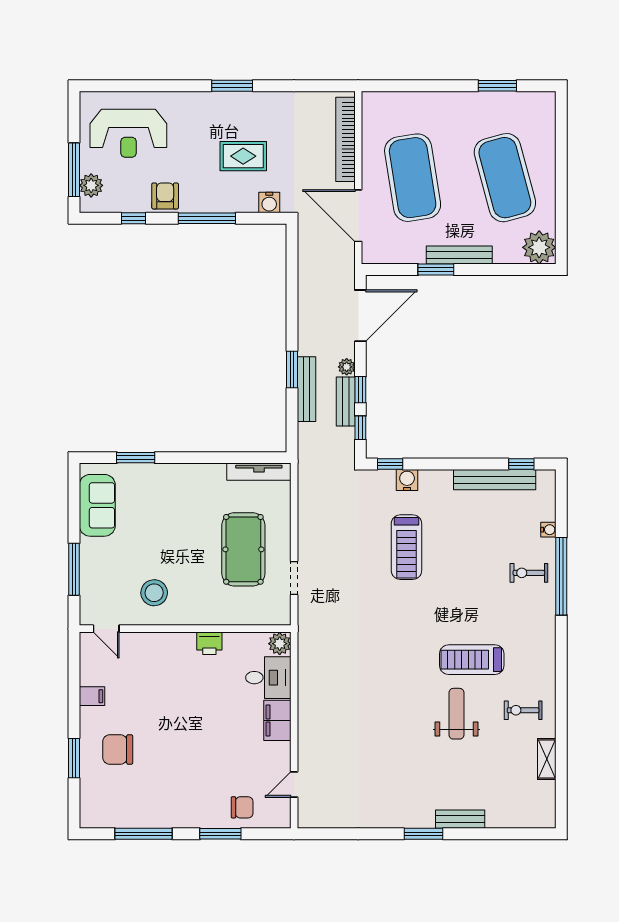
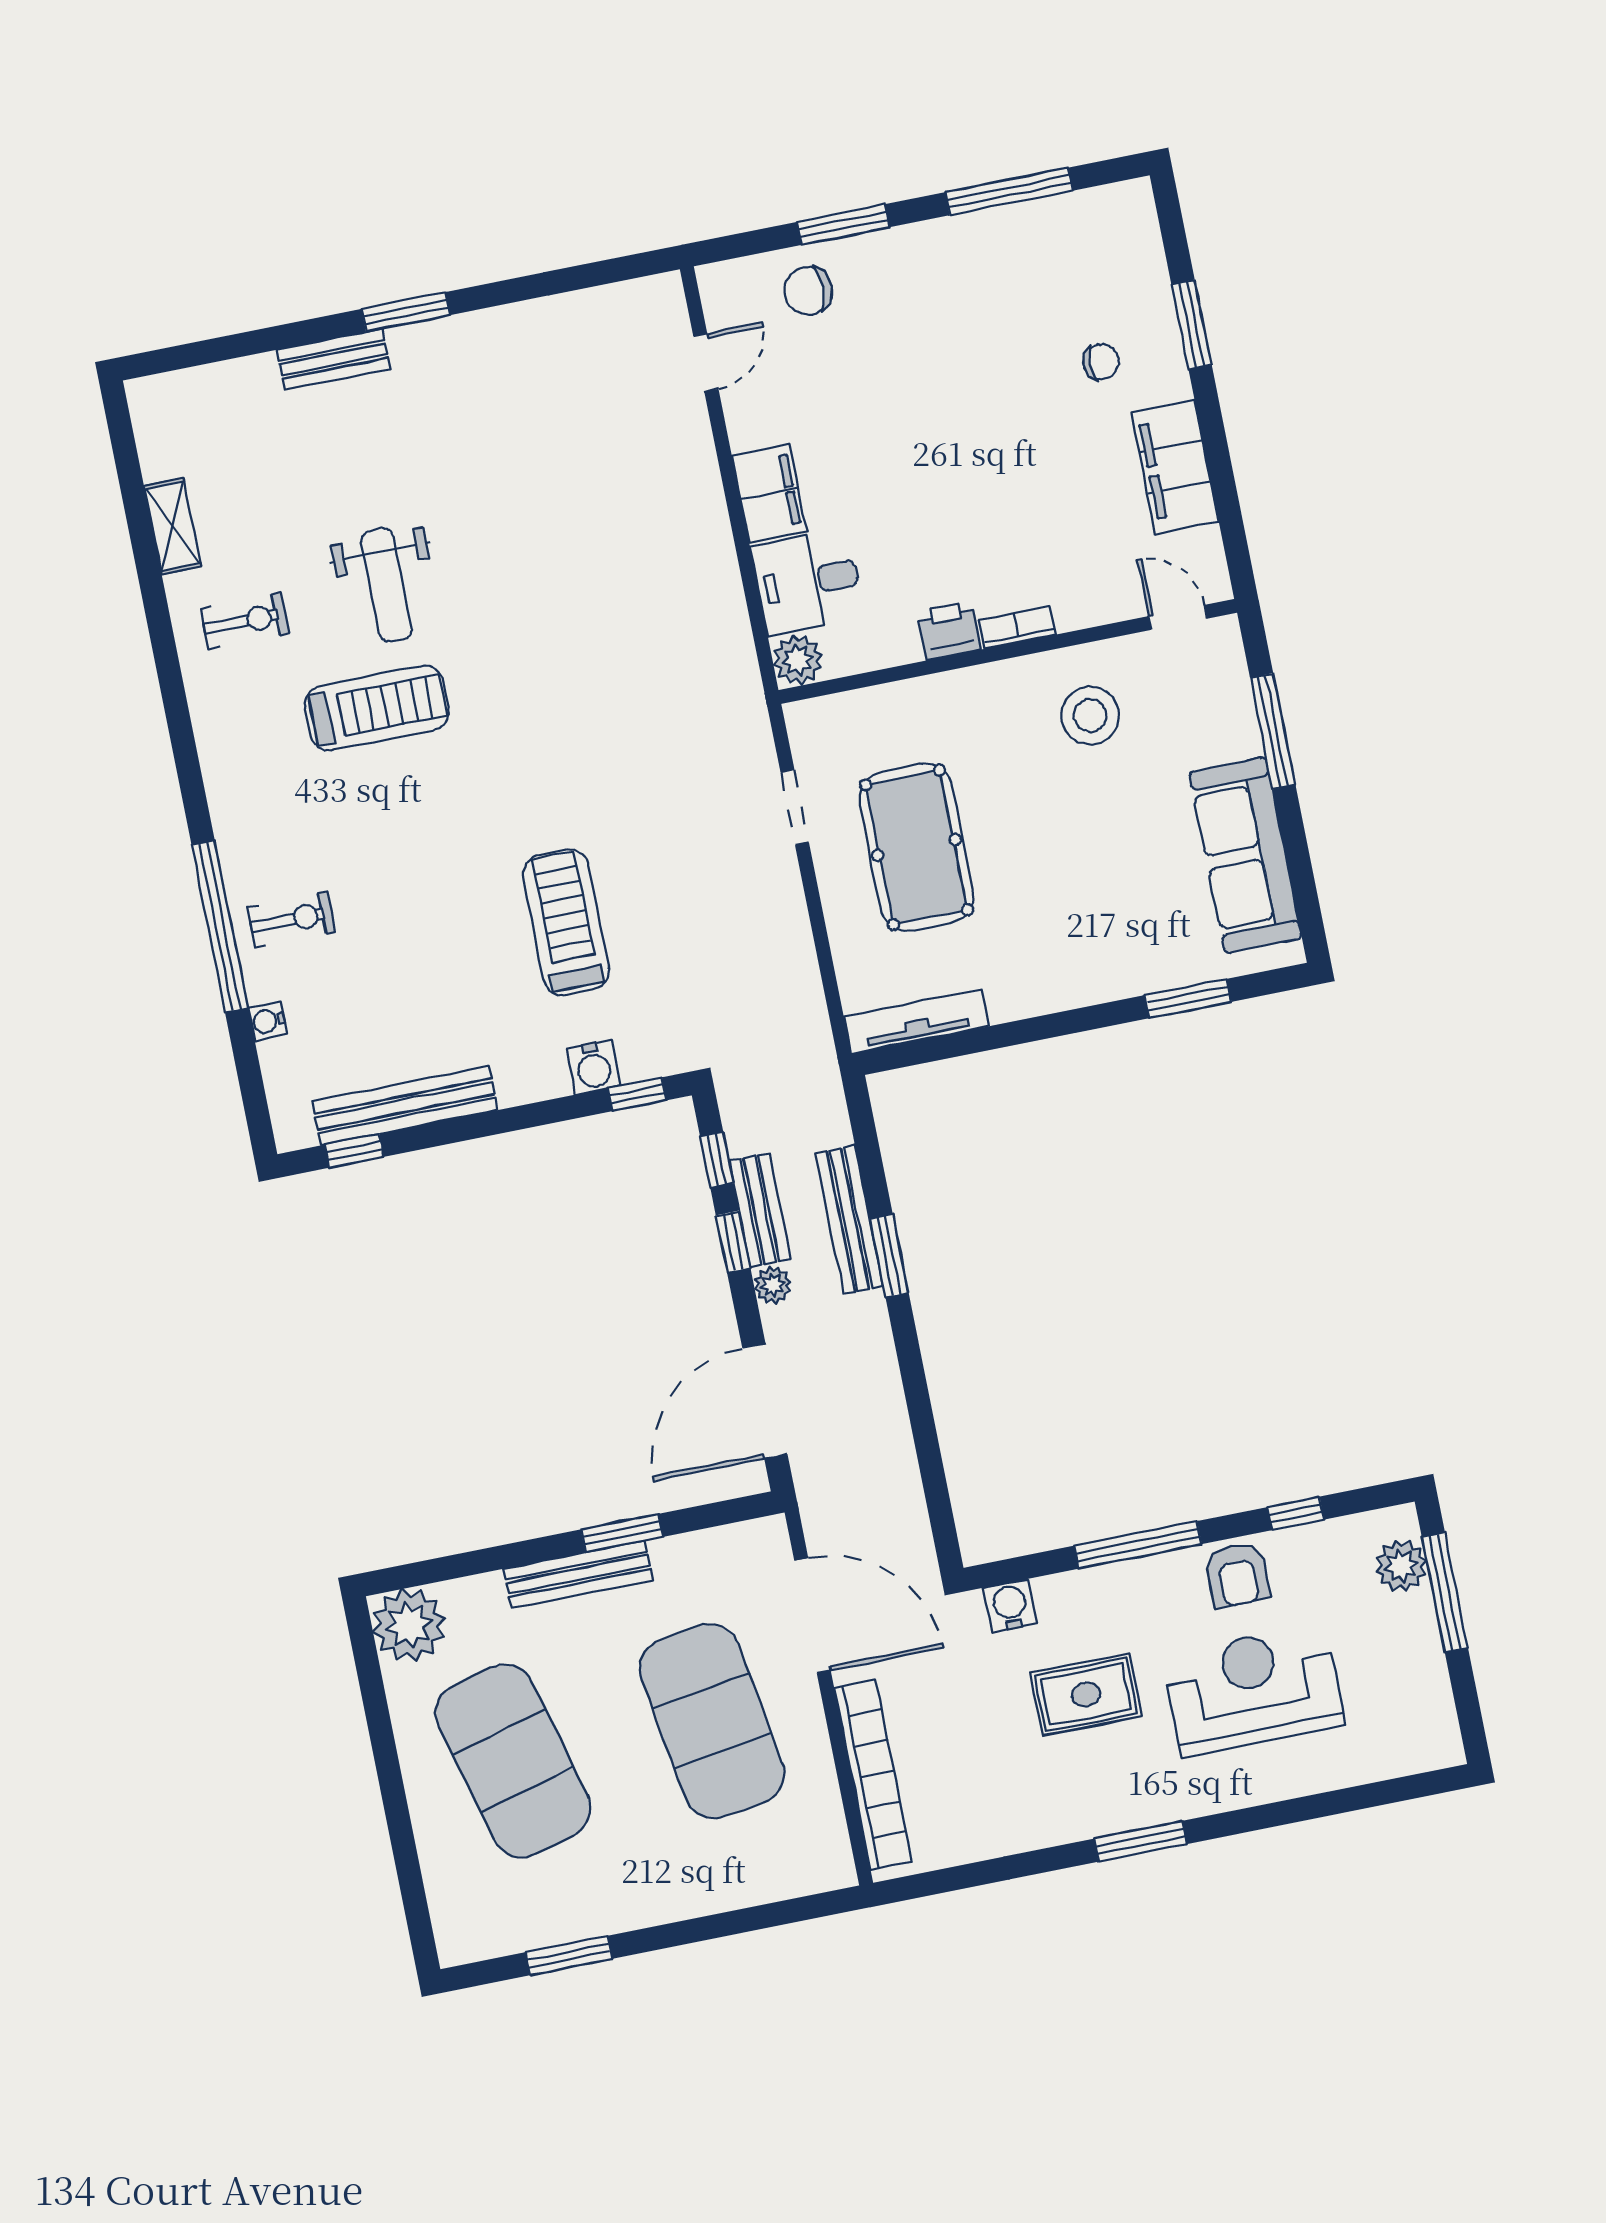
reception desk: (128, 133) -> (1253, 1690), moved
sofa: (97, 505) -> (1245, 855), width x1.36
bookcase: (179, 638) -> (1017, 628), added
filing cabinet: (92, 696) -> (1175, 467), width x3.00, depth x1.17
chair: (118, 750) -> (1101, 362), width x0.54, depth x0.54

